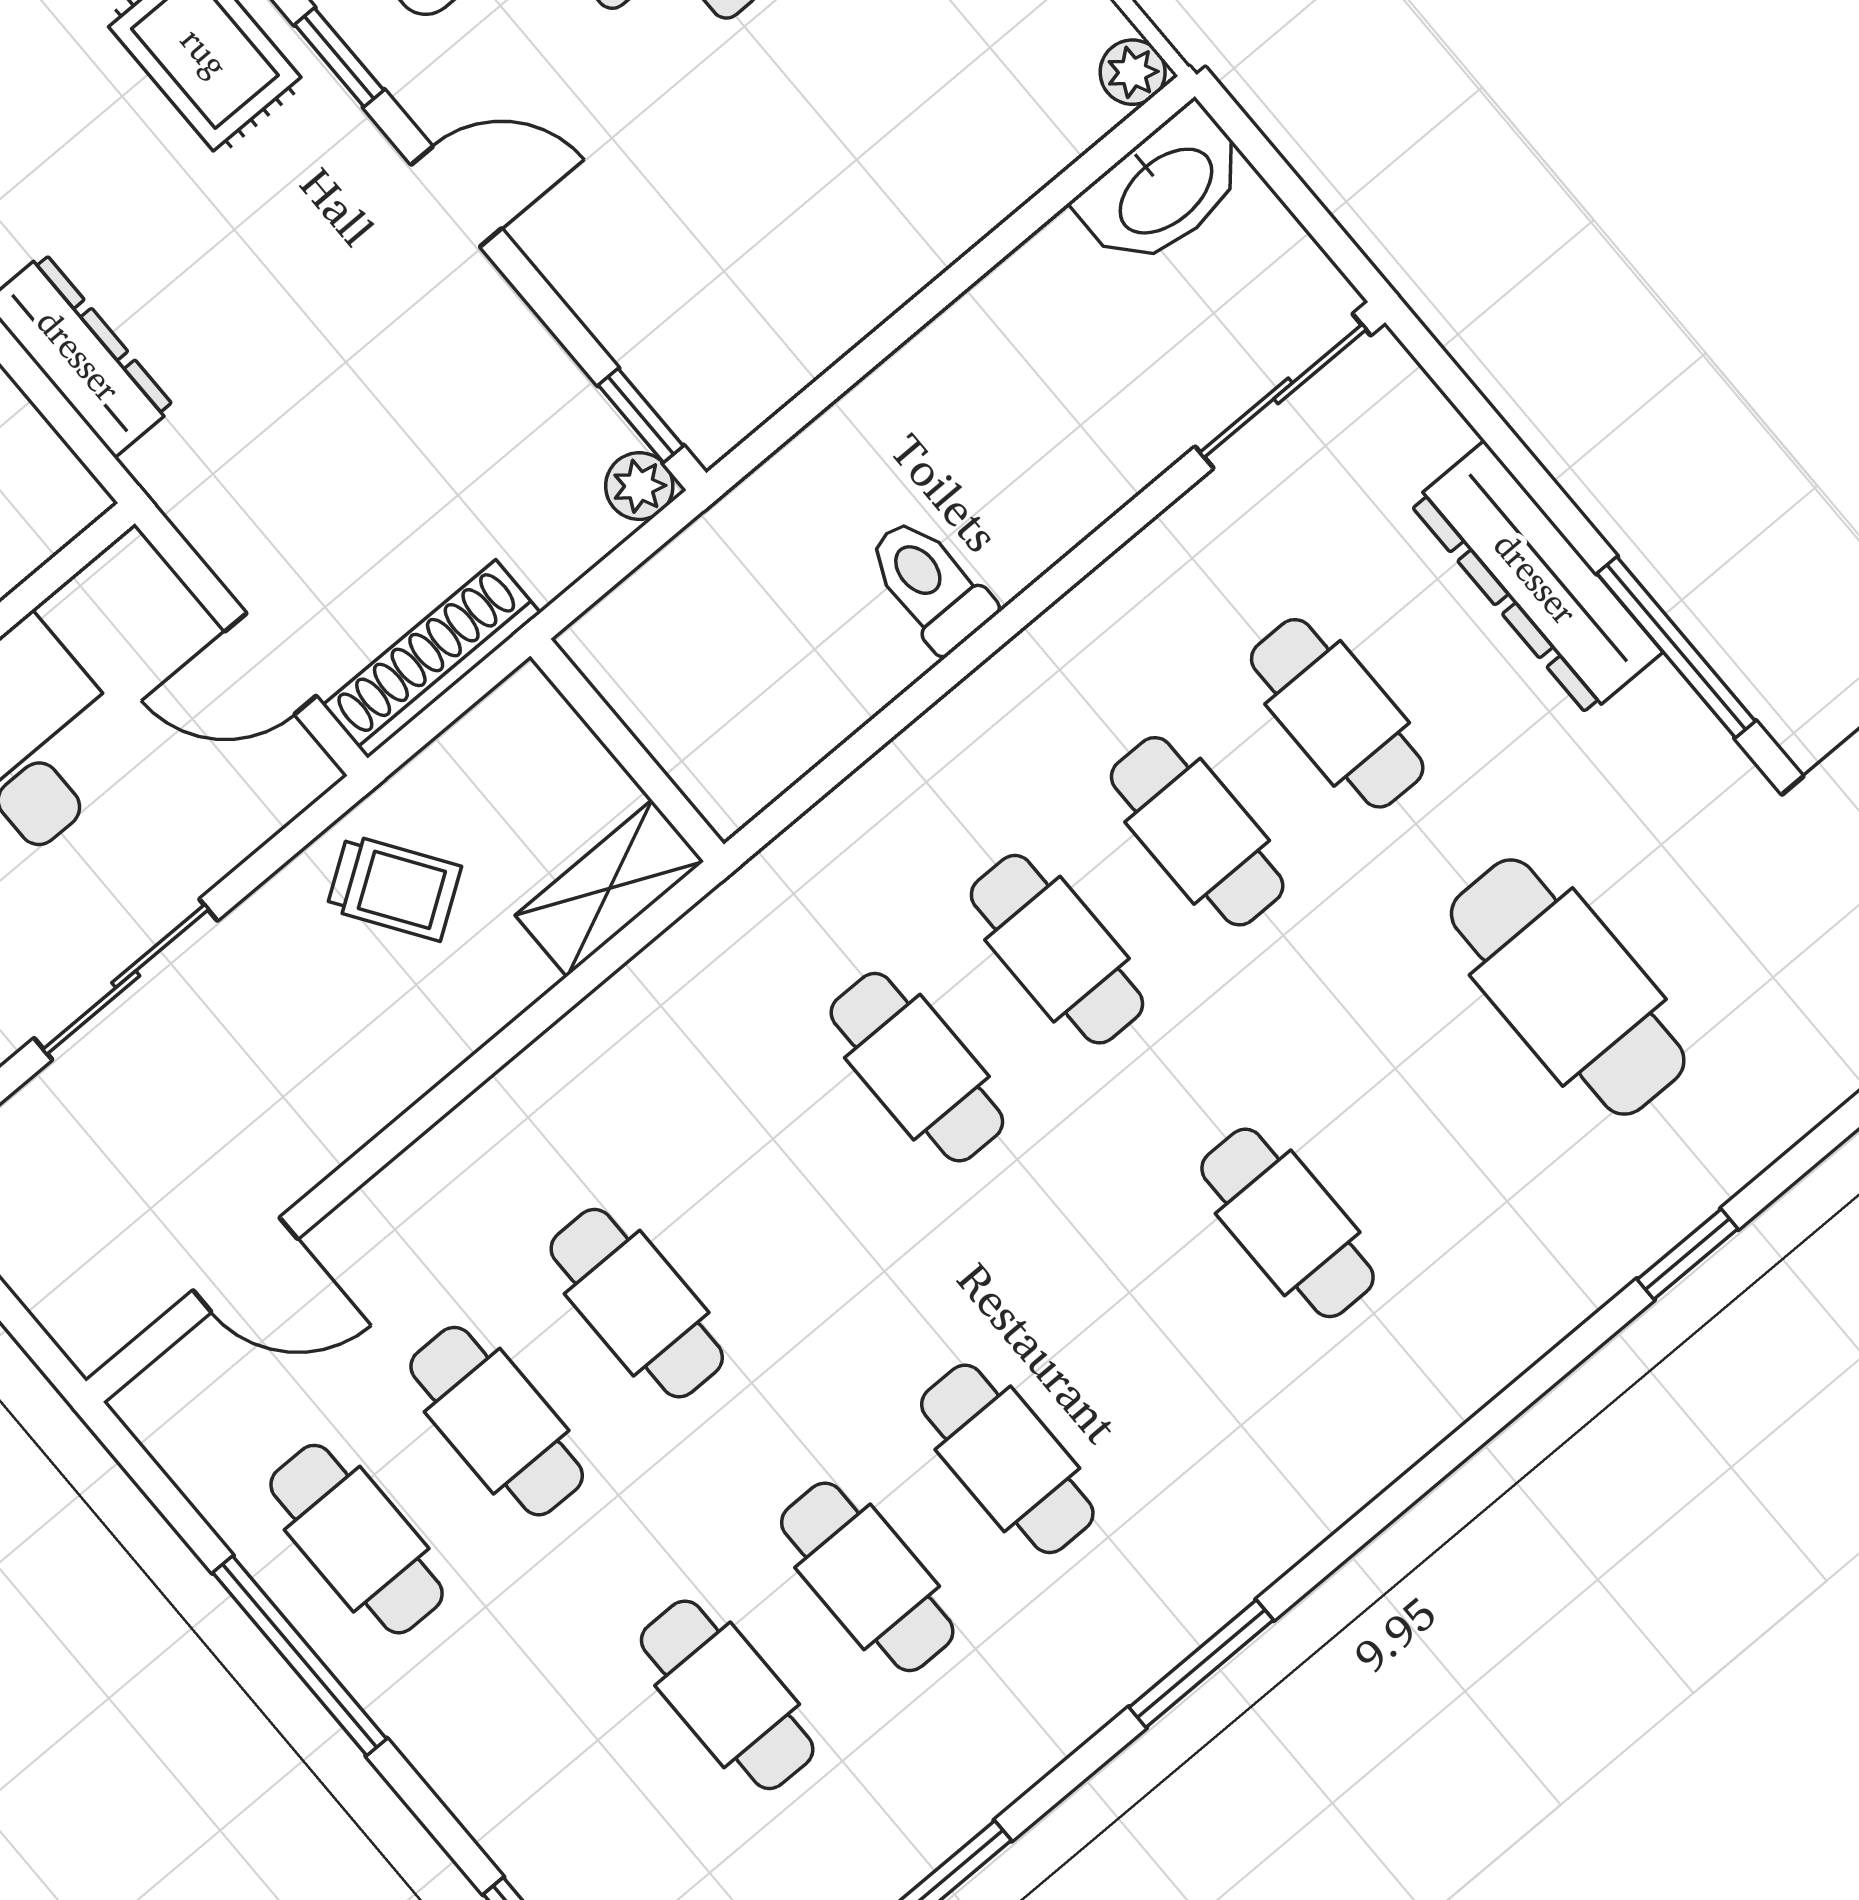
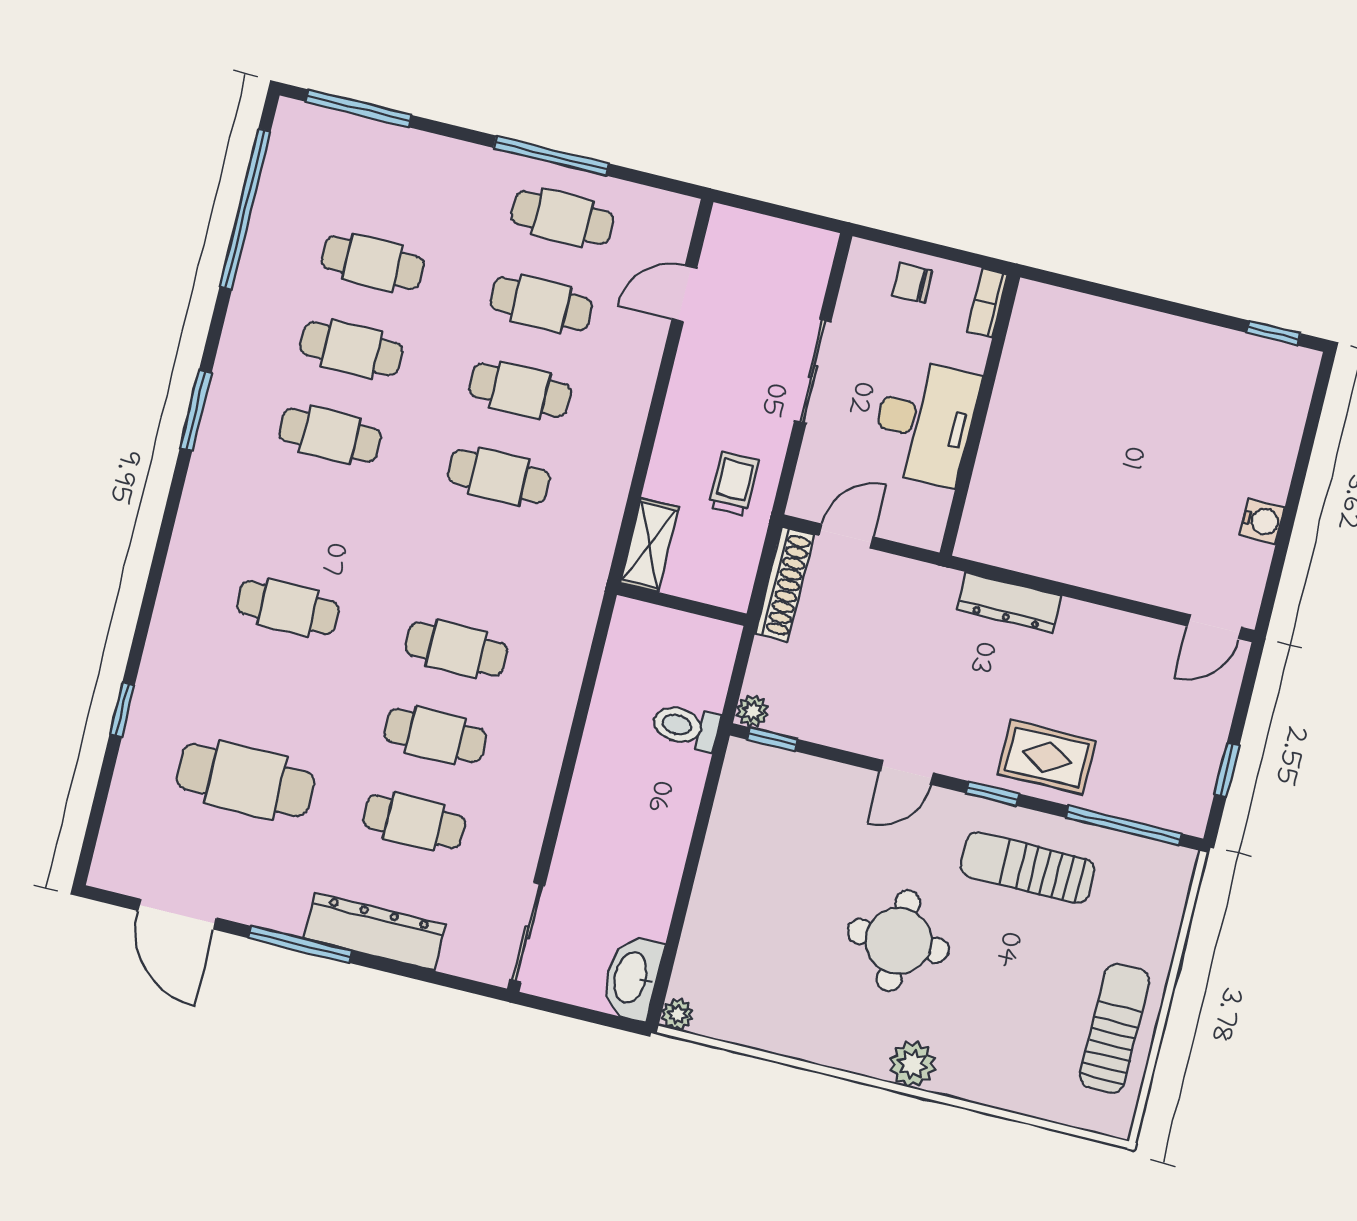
toilet: (930, 584) -> (686, 727), moved, turned 180
trolley: (394, 888) -> (734, 484), turned 124
cafe table: (917, 1067) -> (499, 477), moved

